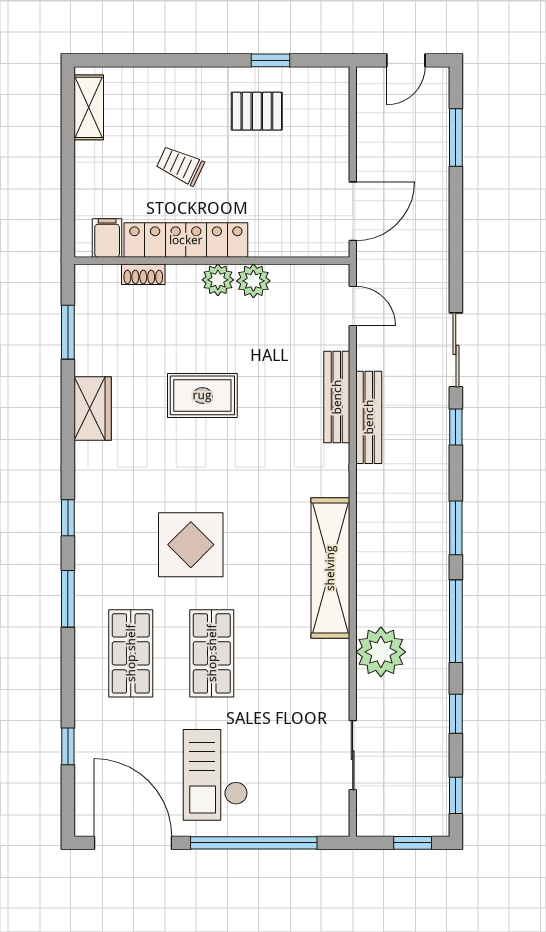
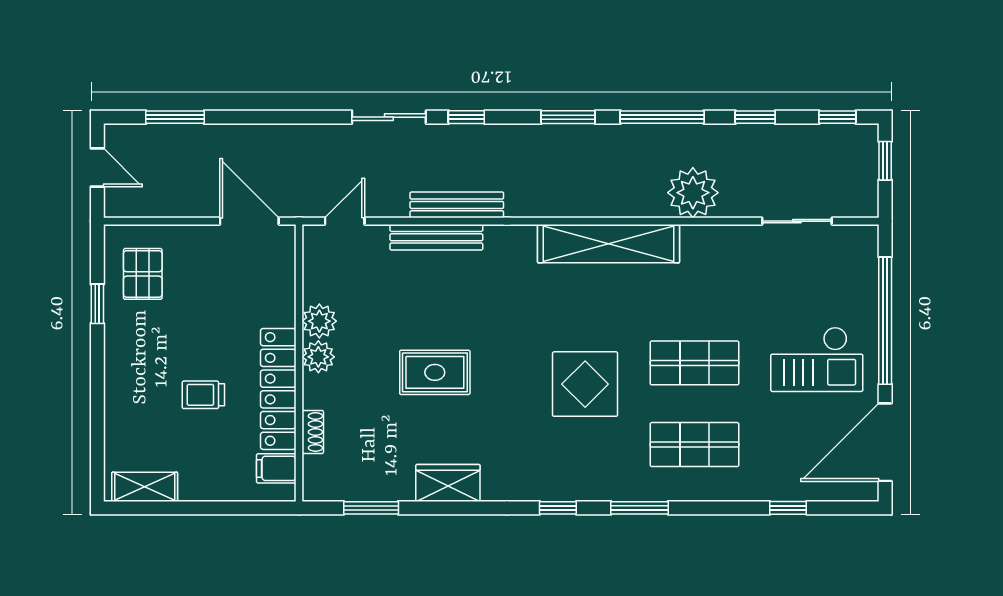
pallet: (257, 111) -> (143, 274), moved
trolley: (180, 166) -> (203, 395), turned 65
rug: (202, 395) -> (435, 372), turned 90

